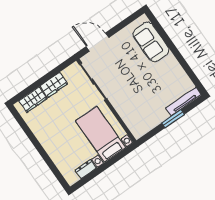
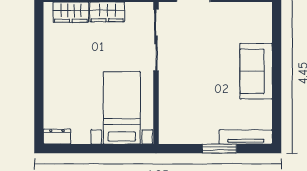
sofa: (151, 42) -> (256, 71), moved
dresser: (86, 169) -> (57, 137), moved

